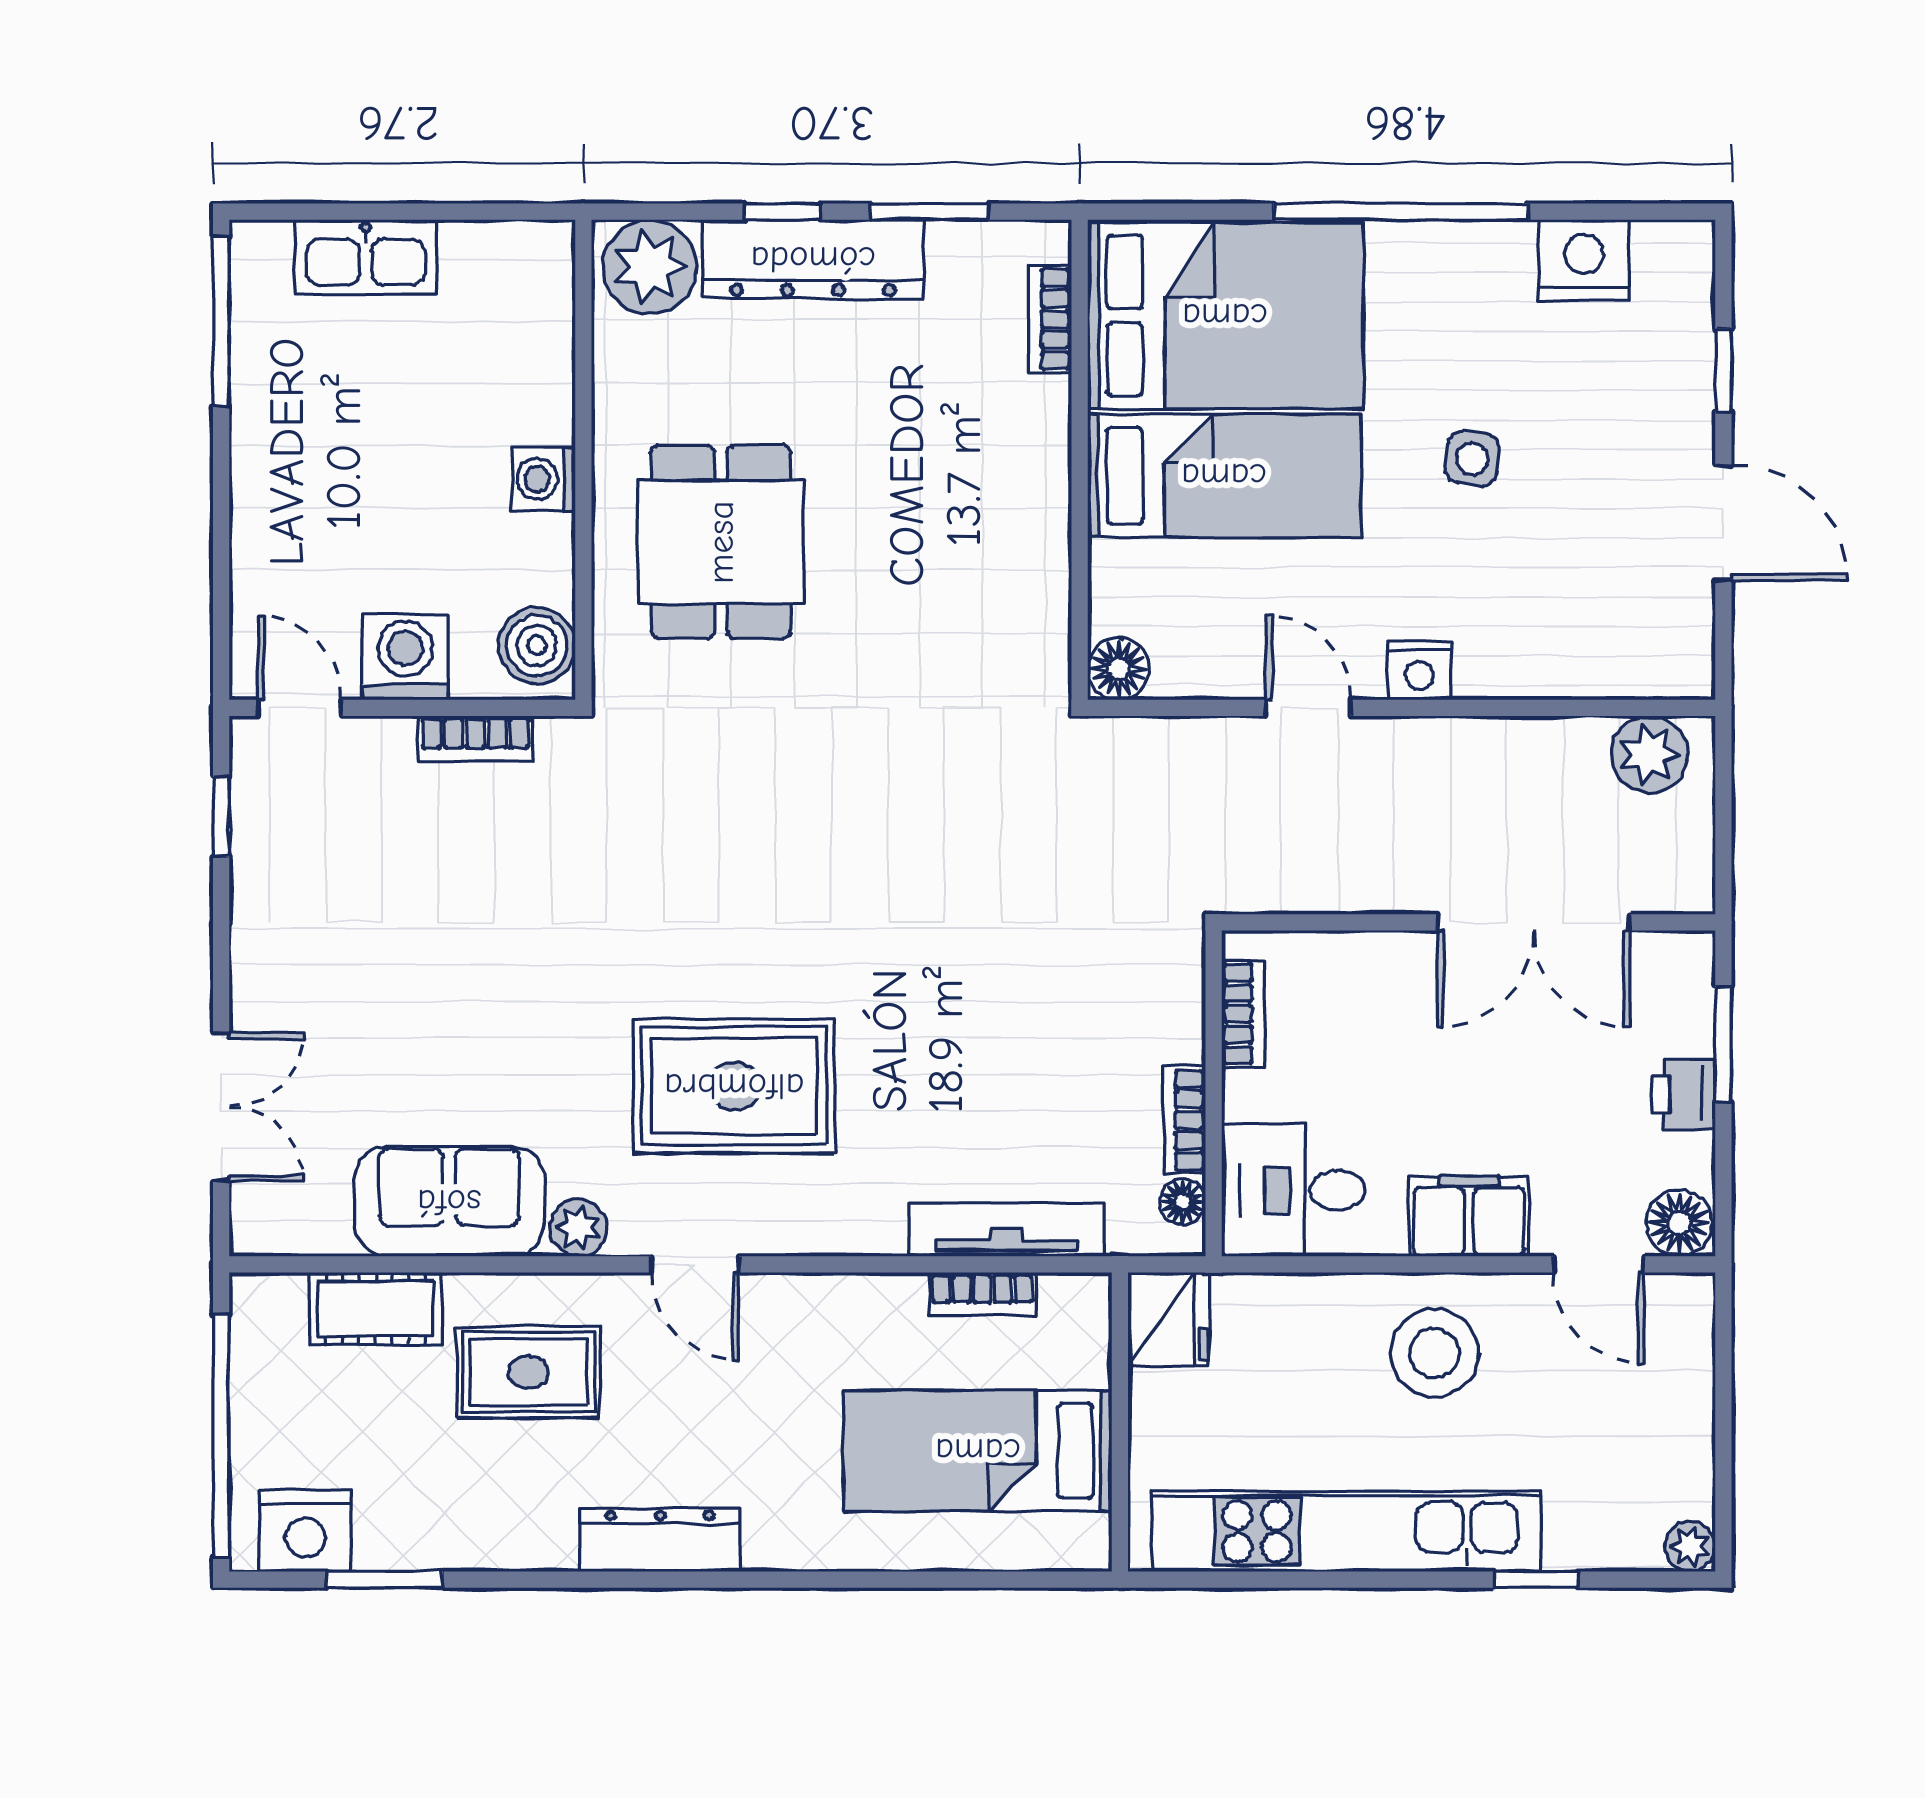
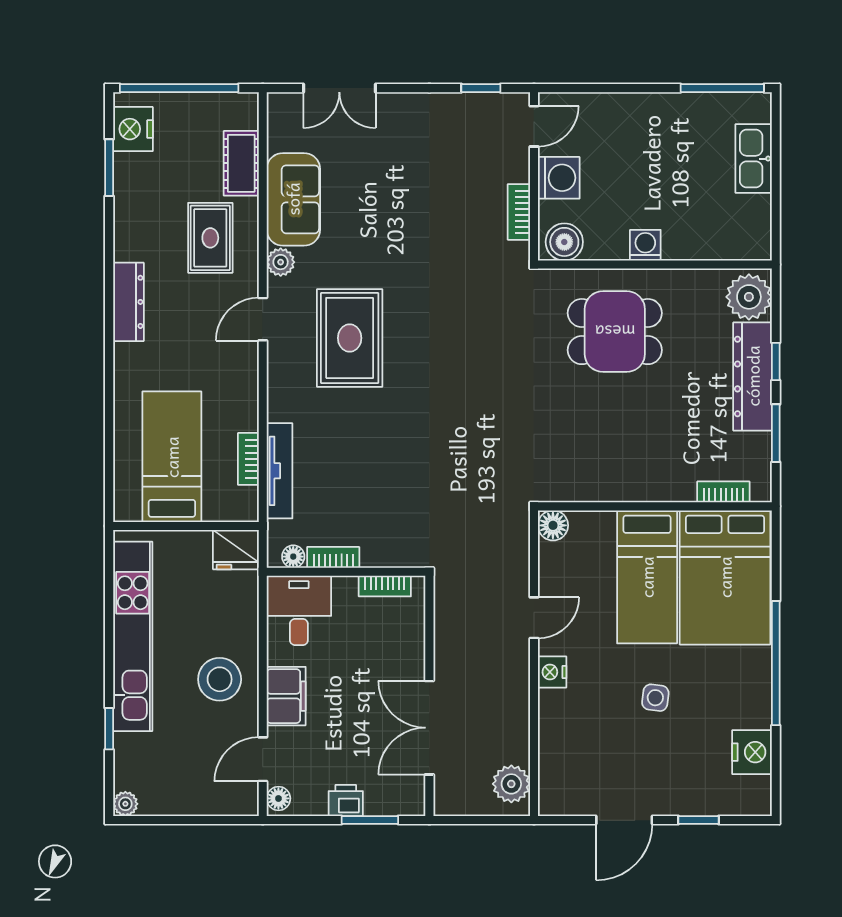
floor lamp: (1679, 1223) -> (278, 798), width x0.73, depth x0.73

